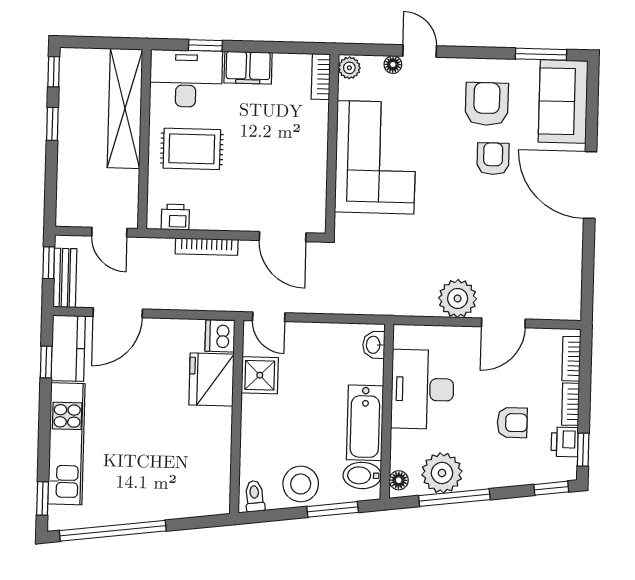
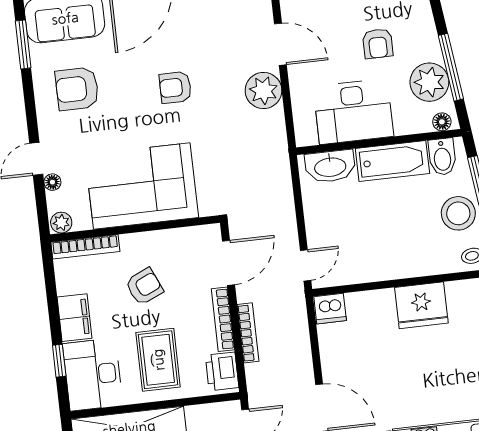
bookcase: (321, 77) -> (85, 247), width x1.56
armchair: (270, 145) -> (144, 287), added
armchair: (493, 159) -> (175, 87), moved
printer: (175, 217) -> (222, 371), width x1.36, depth x1.24
bookcase: (225, 223) -> (223, 319), added
washbasin: (374, 345) -> (330, 166), width x1.91, depth x1.45
shower: (260, 375) -> (362, 266), removed
fridge: (211, 380) -> (421, 305), moved
armchair: (512, 423) -> (378, 44), moved, turned 180

